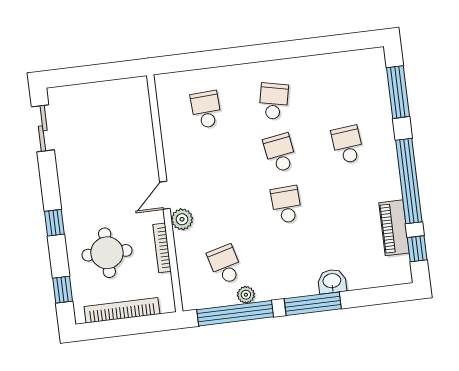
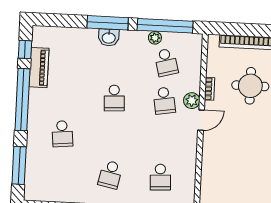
school desk: (280, 153) -> (164, 101), moved
bookcase: (162, 248) -> (210, 89), width x0.64
washbasin: (332, 281) -> (109, 38), moved

